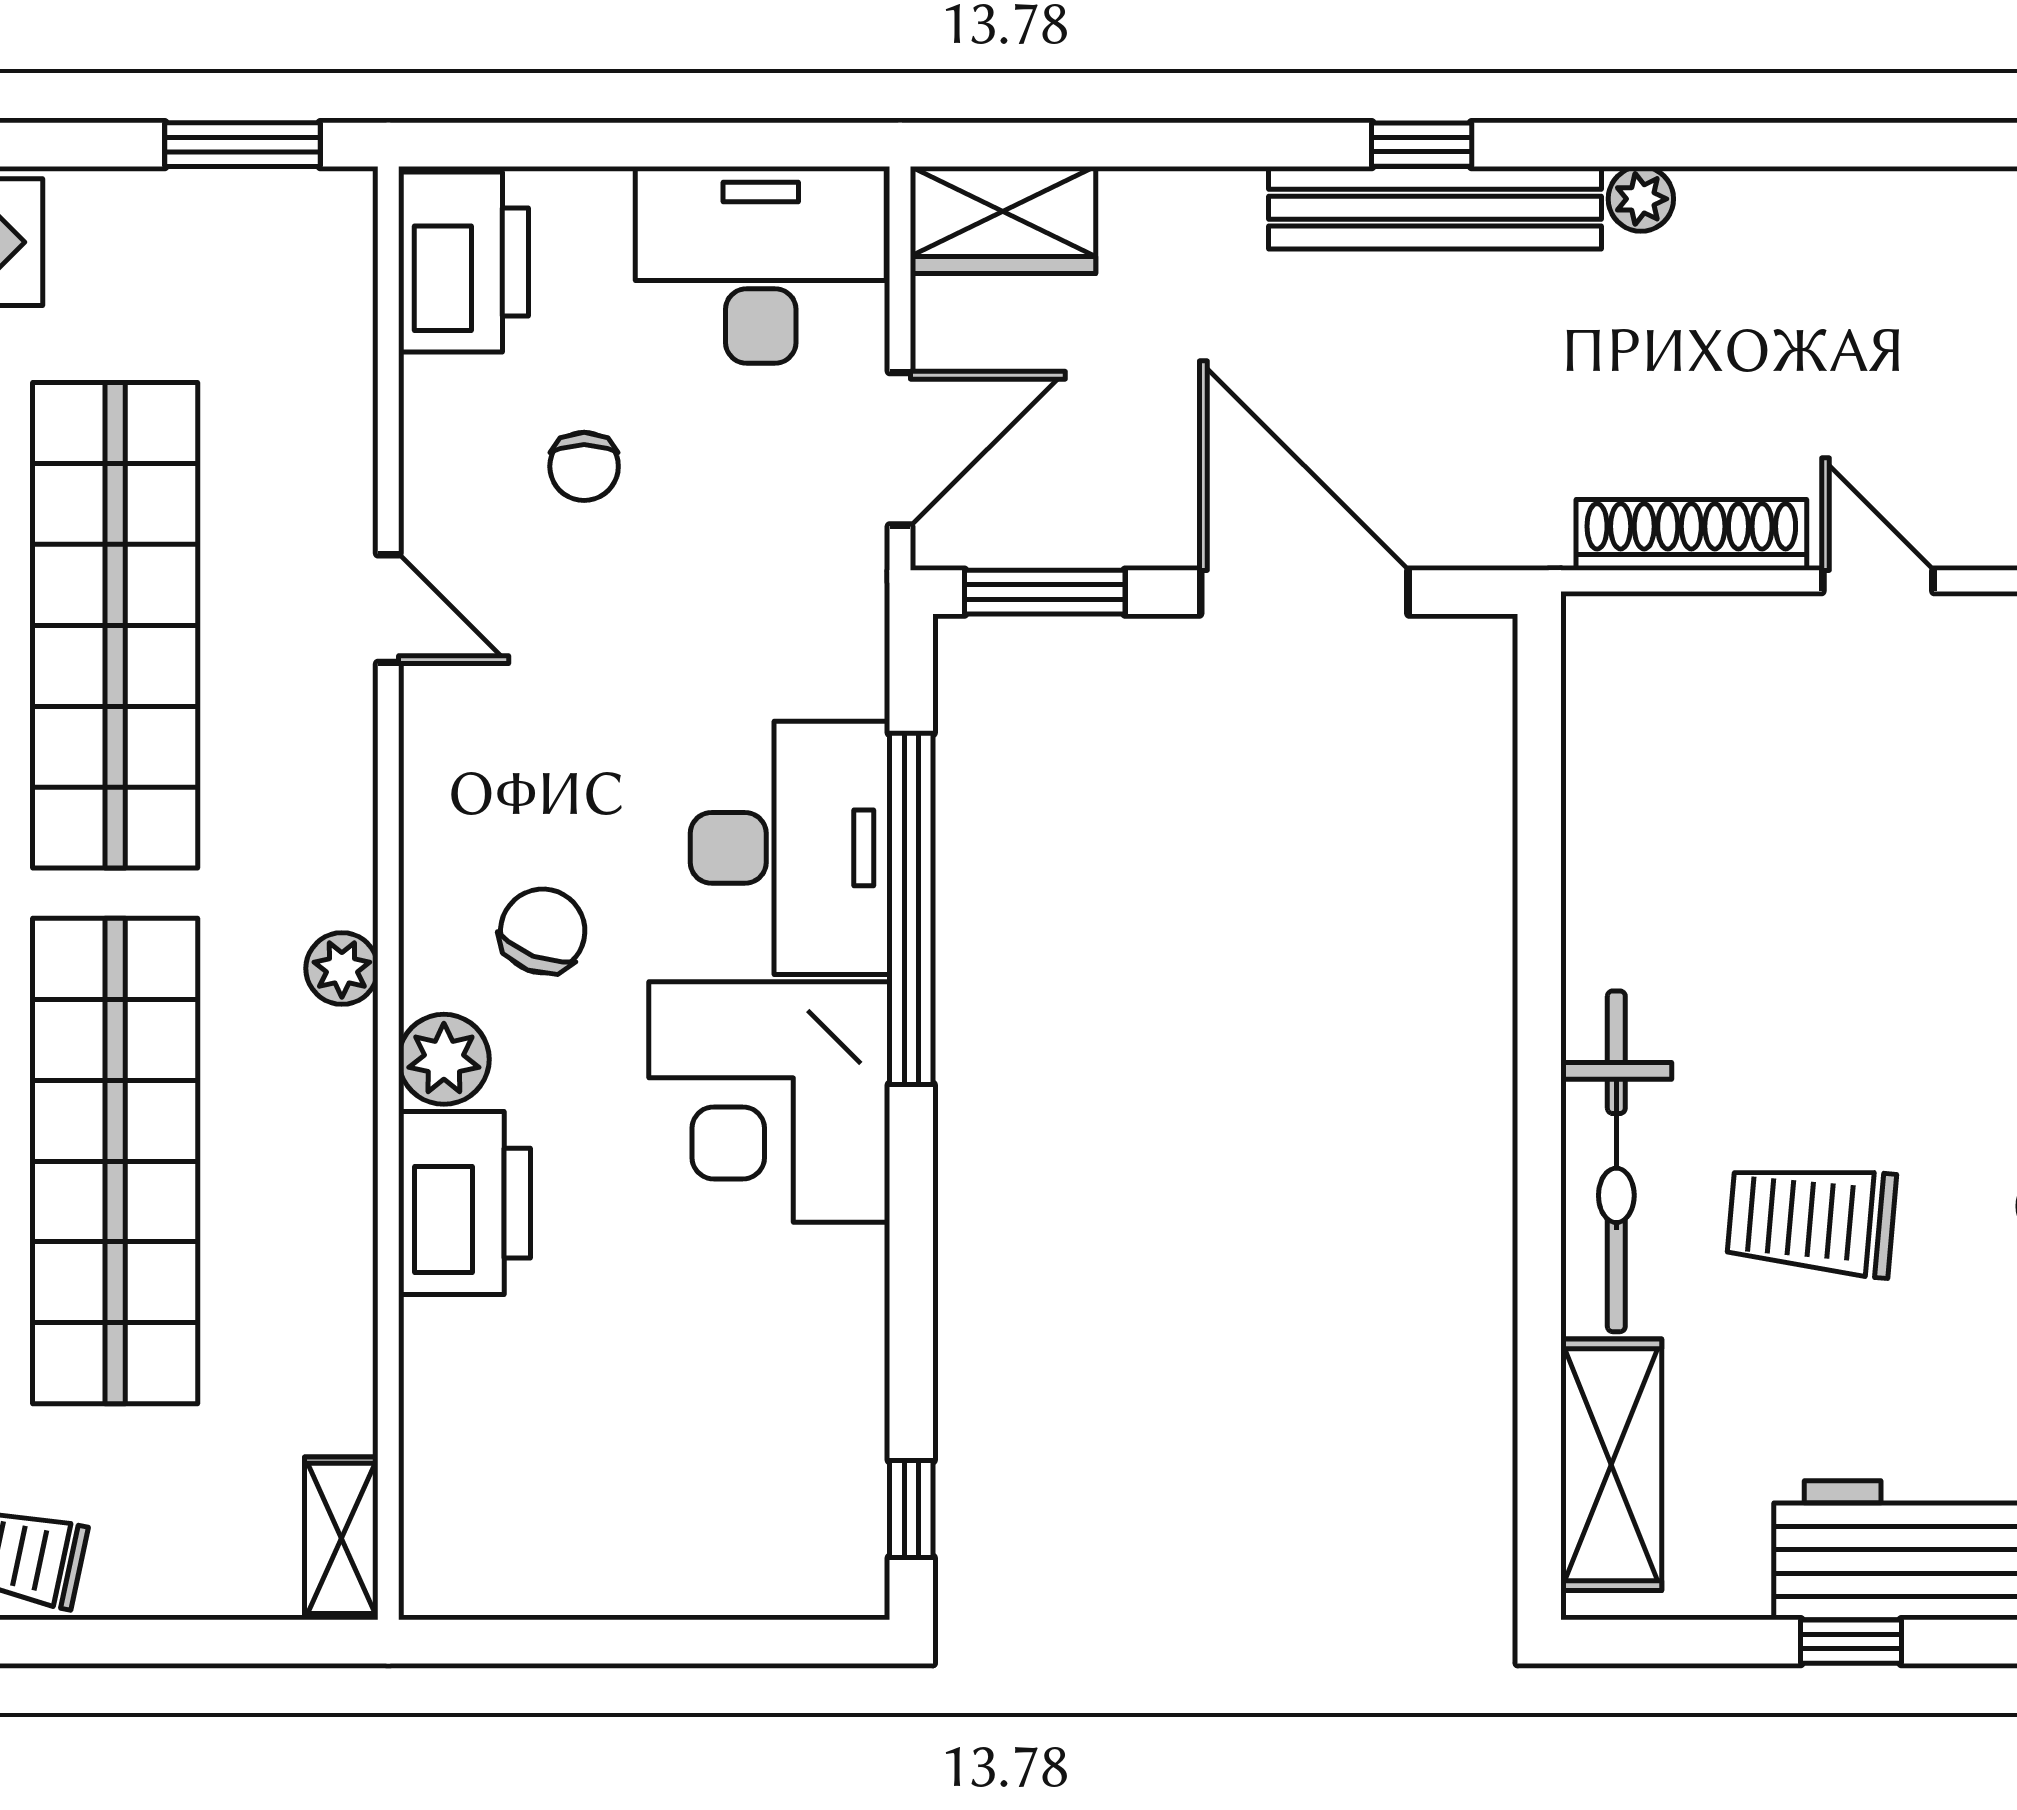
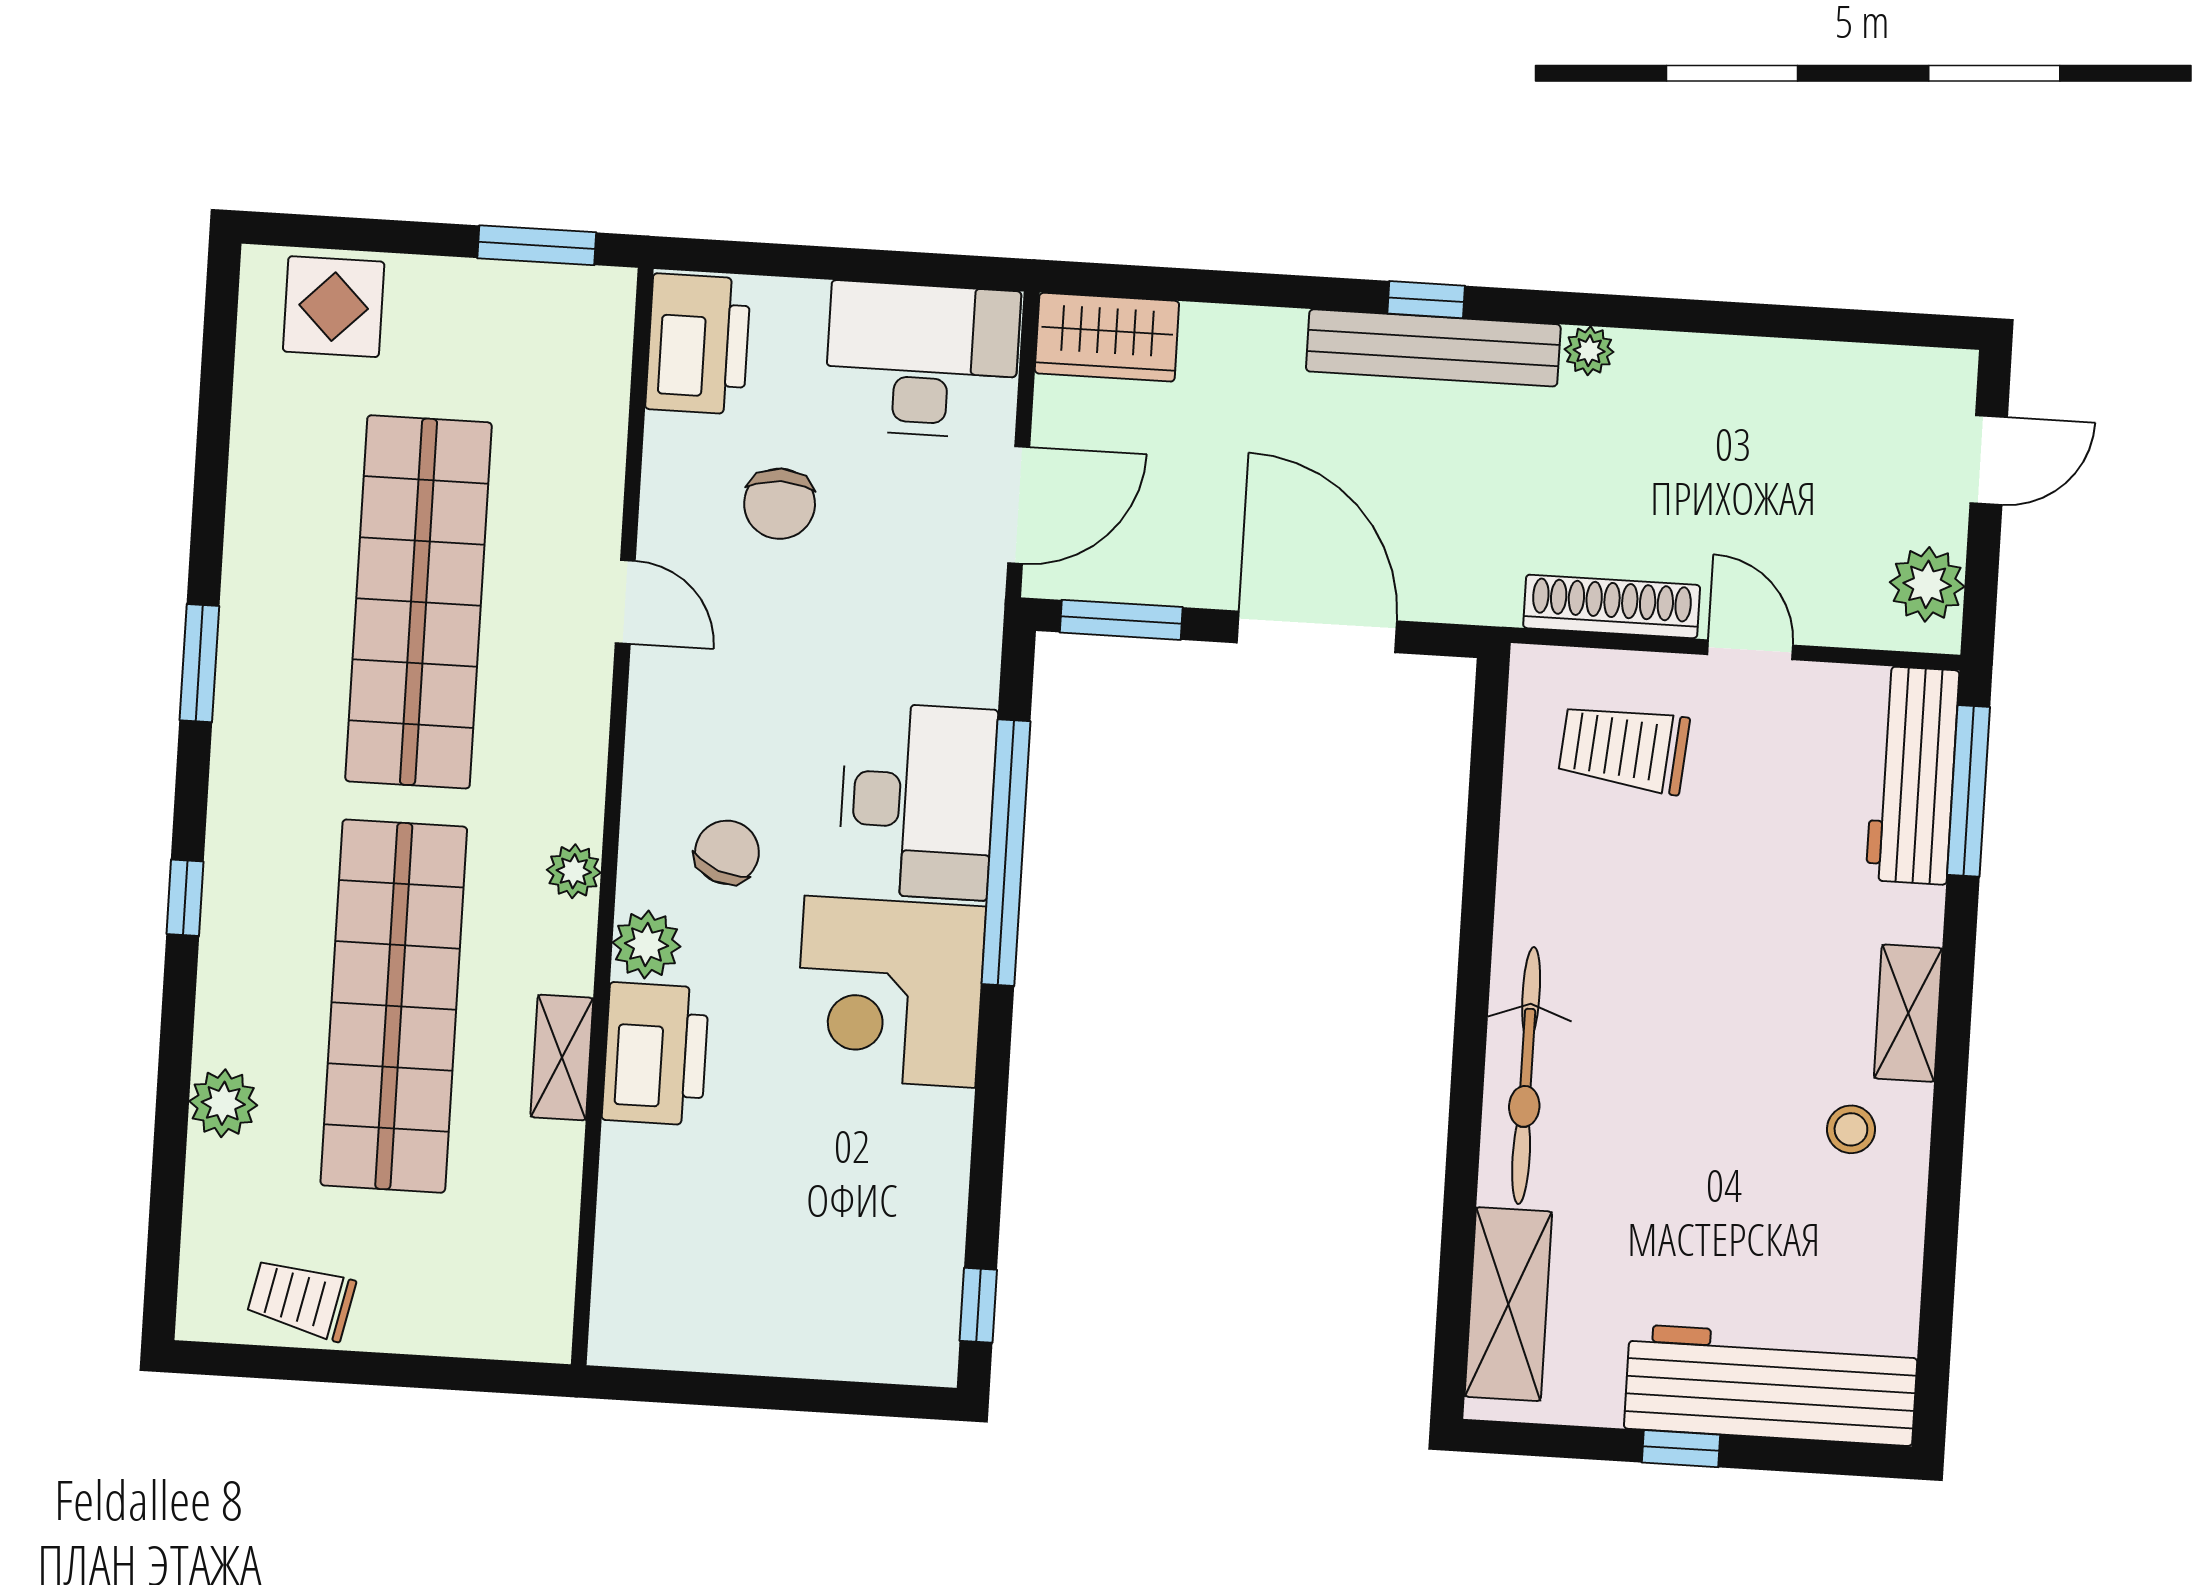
chair: (584, 466) -> (780, 504), width x1.37, depth x1.37
trolley: (1811, 1219) -> (1624, 748), moved
shelving: (341, 1538) -> (562, 1058), moved

